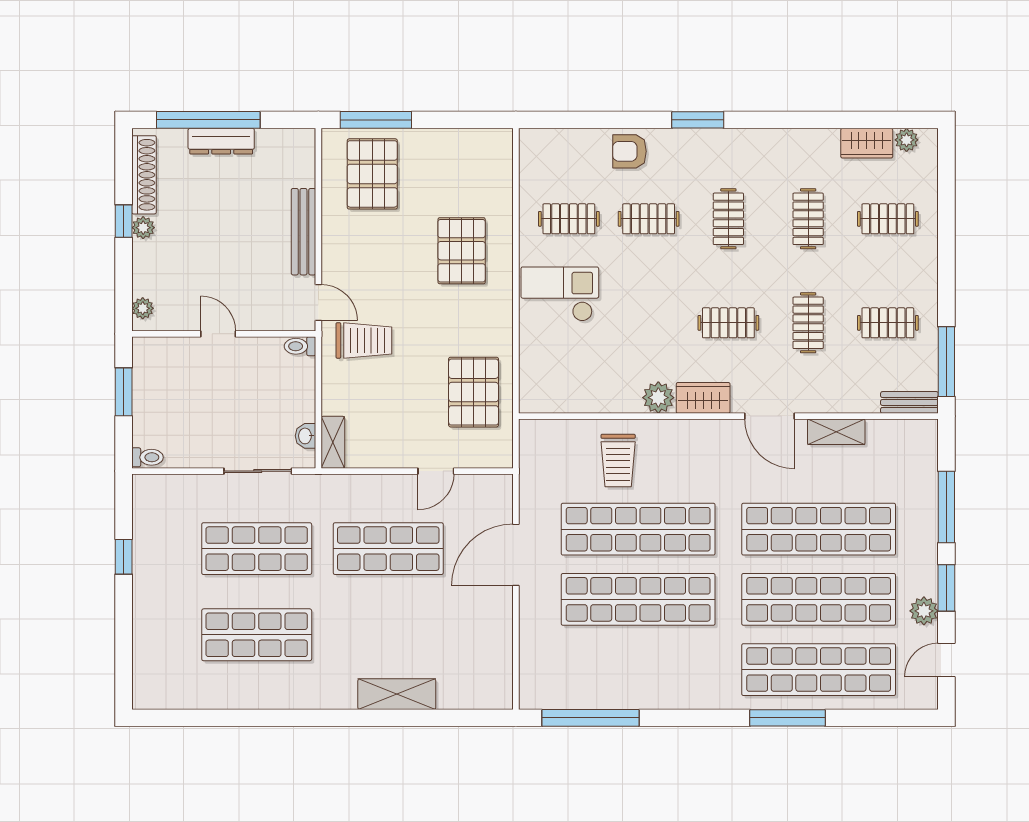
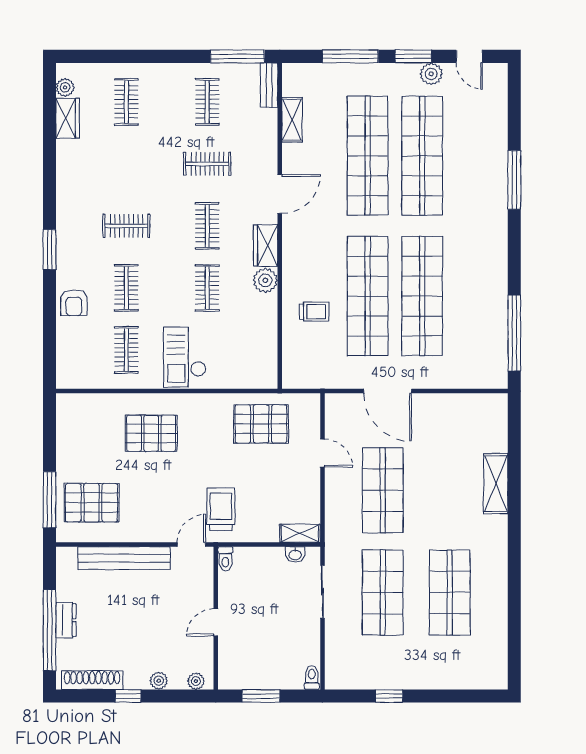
dresser: (221, 141) -> (66, 620), width x0.70
clothes rail: (808, 219) -> (207, 288), moved, turned 90
plant: (143, 228) -> (159, 681), moved
bench: (303, 232) -> (124, 558), width x1.37, depth x1.21
shelving: (836, 432) -> (292, 120), moved
trolley: (618, 461) -> (314, 312), width x0.73, depth x0.72
shop shelf: (819, 670) -> (477, 156), removed

